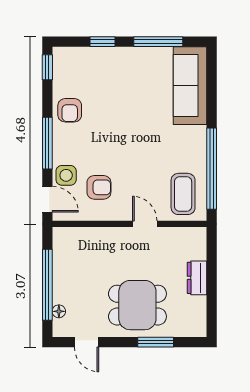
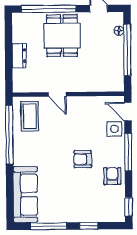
armchair: (99, 187) -> (83, 159), moved
dining table: (137, 305) -> (62, 36), turned 90
window: (156, 342) -> (49, 9), width x2.11

